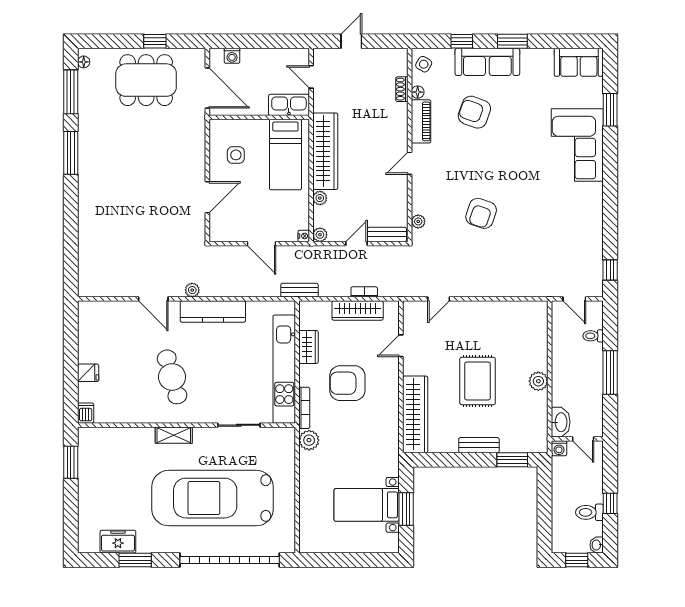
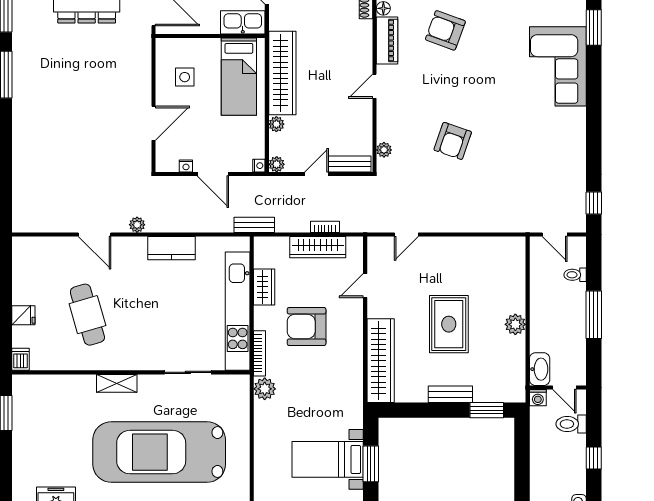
nightstand: (237, 236) -> (186, 166), added
kitchen counter: (213, 311) -> (171, 248), width x0.67
cafe table: (172, 377) -> (87, 315), moved
toilet: (589, 512) -> (571, 424), moved

